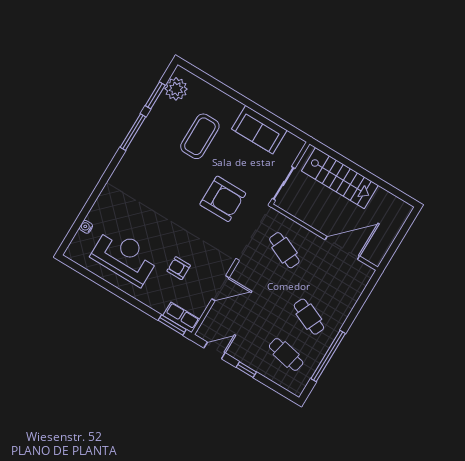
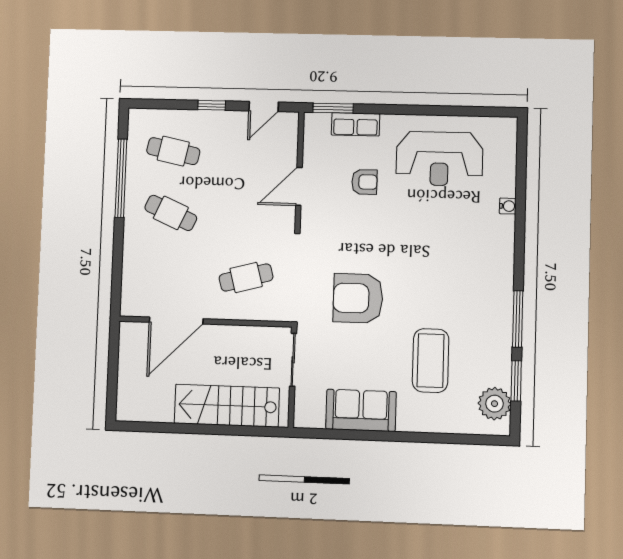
water cooler: (86, 227) -> (508, 206), moved
cafe table: (284, 250) -> (246, 278), turned -39
row of seats: (181, 317) -> (355, 124), moved

